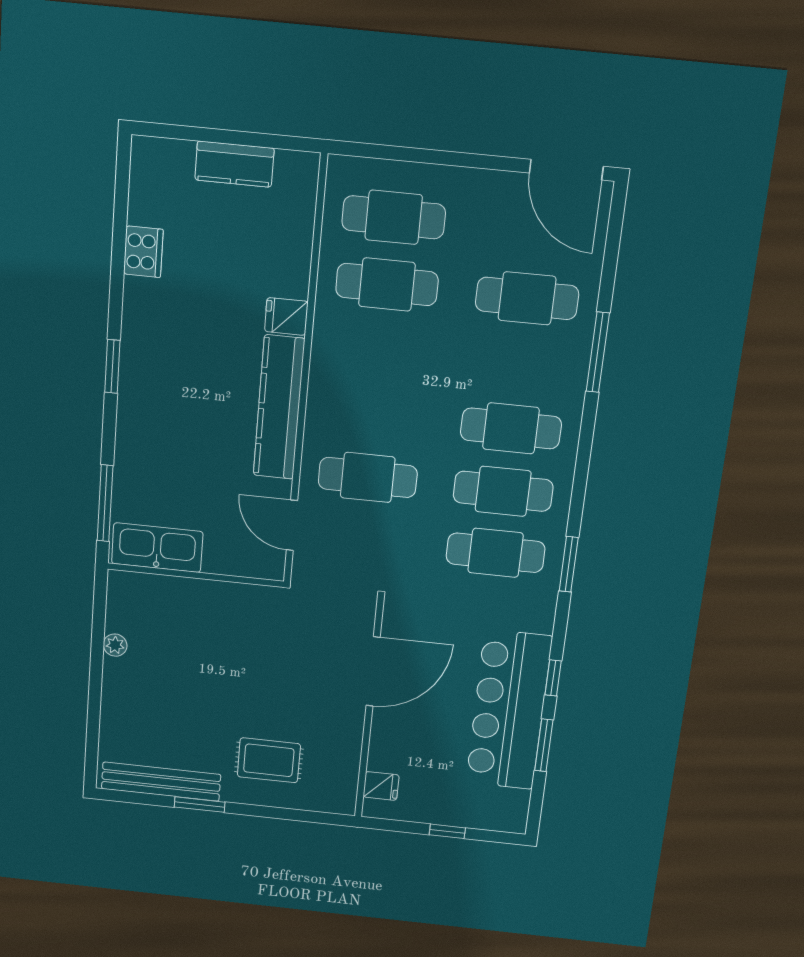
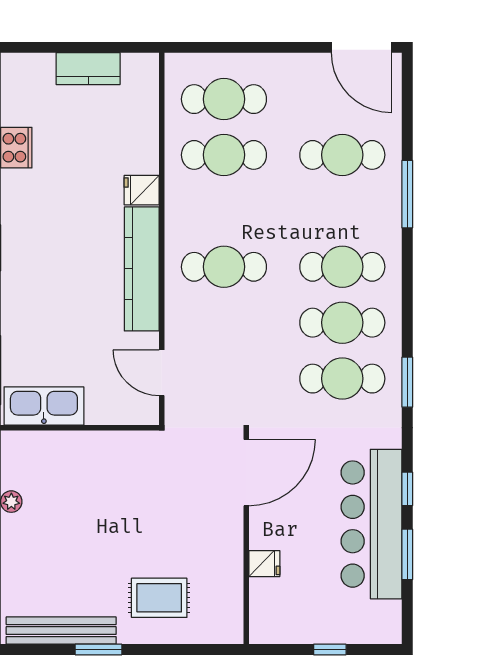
cafe table: (368, 477) -> (224, 267), moved
door: (373, 671) -> (246, 473), moved
fridge: (381, 786) -> (264, 564), moved

